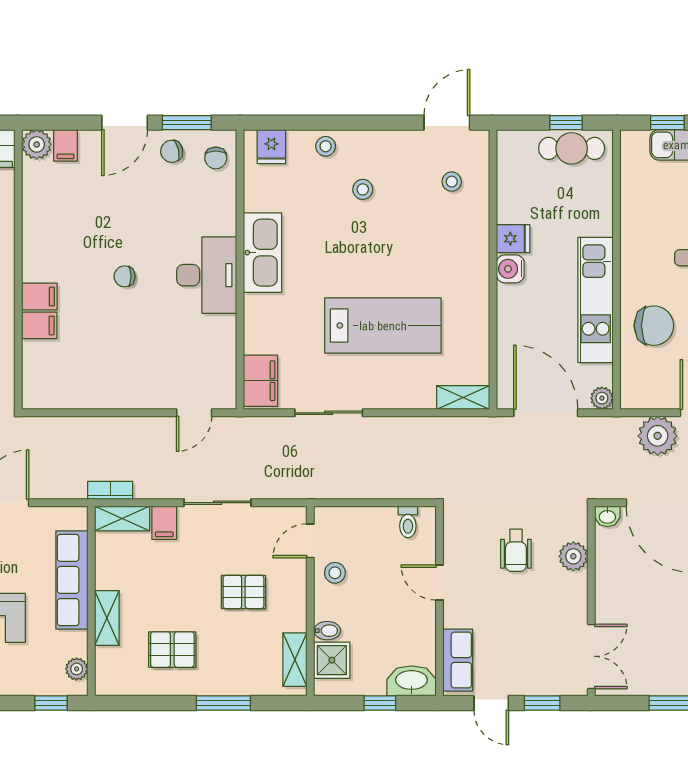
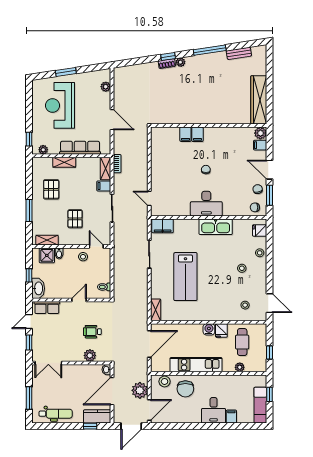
cafe table: (572, 148) -> (242, 342), moved
stool: (636, 376) -> (165, 381), added
plant: (602, 398) -> (240, 367), moved

